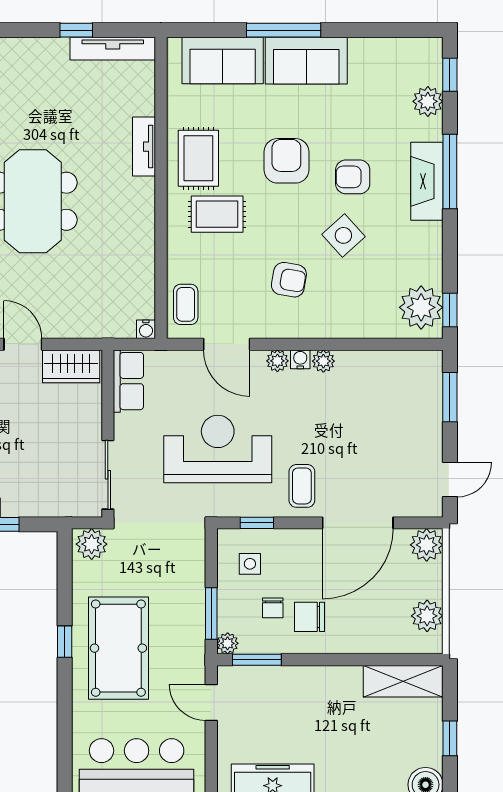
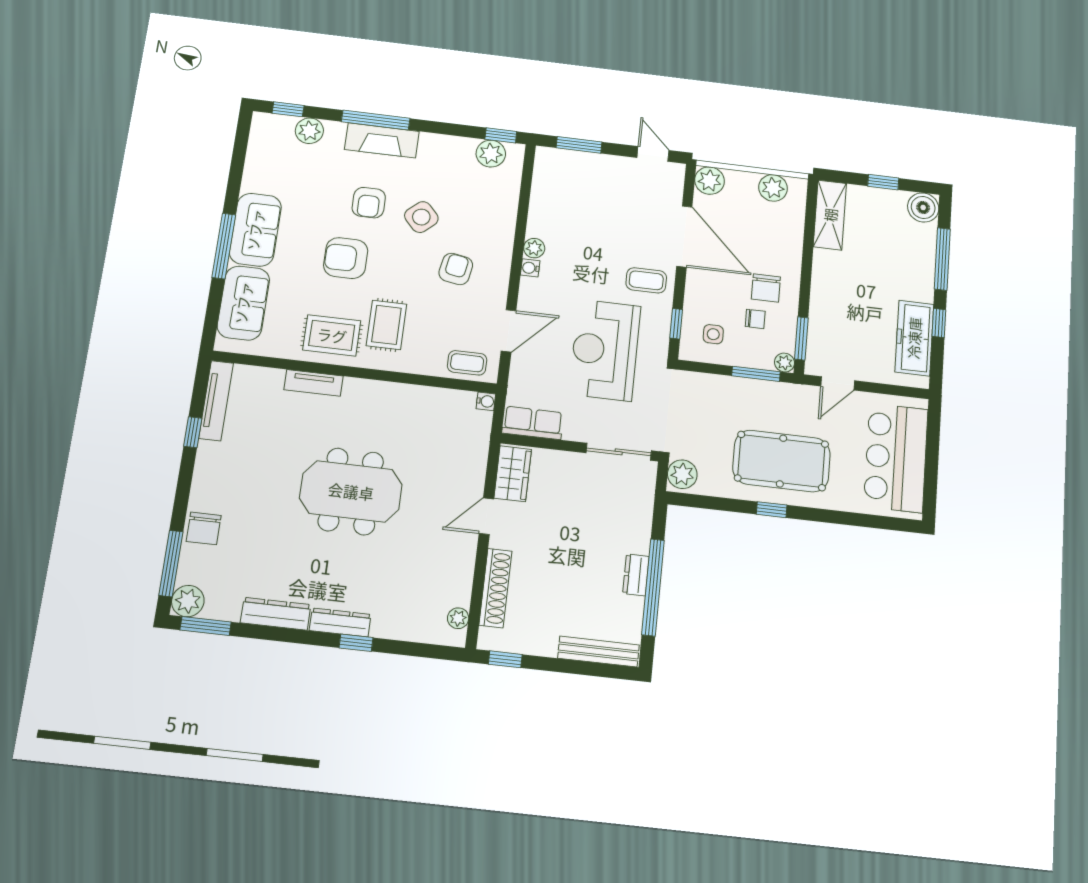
plant: (421, 307) -> (491, 154), width x0.73, depth x0.73
plant: (277, 361) -> (529, 288), removed

